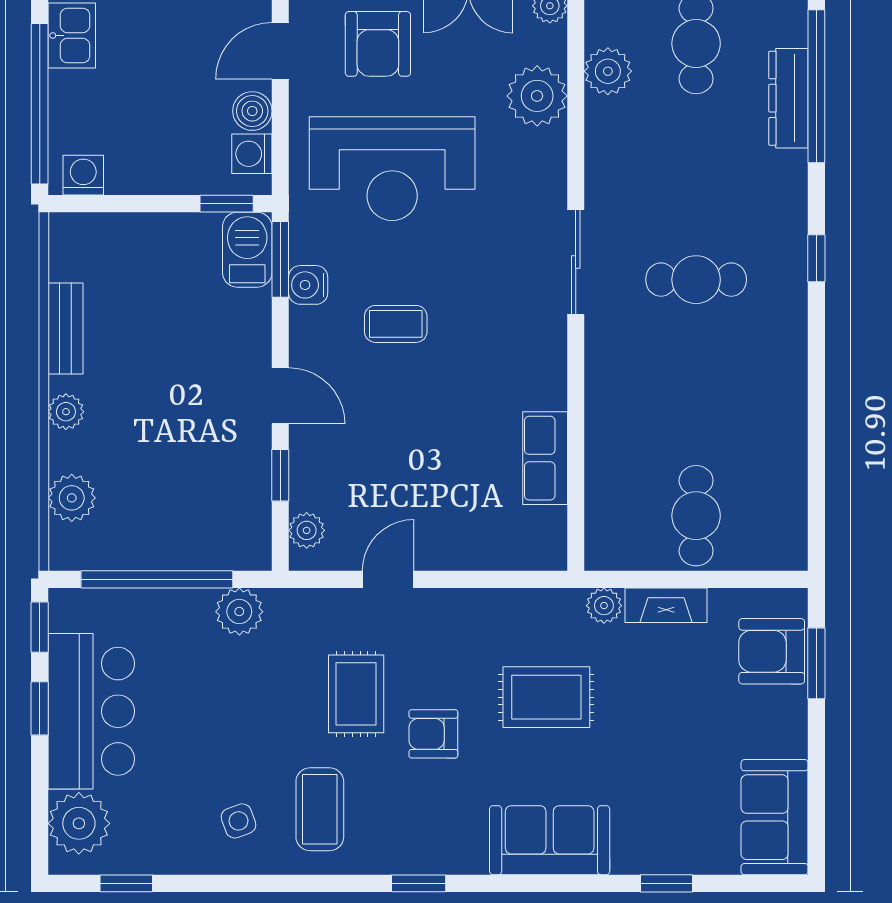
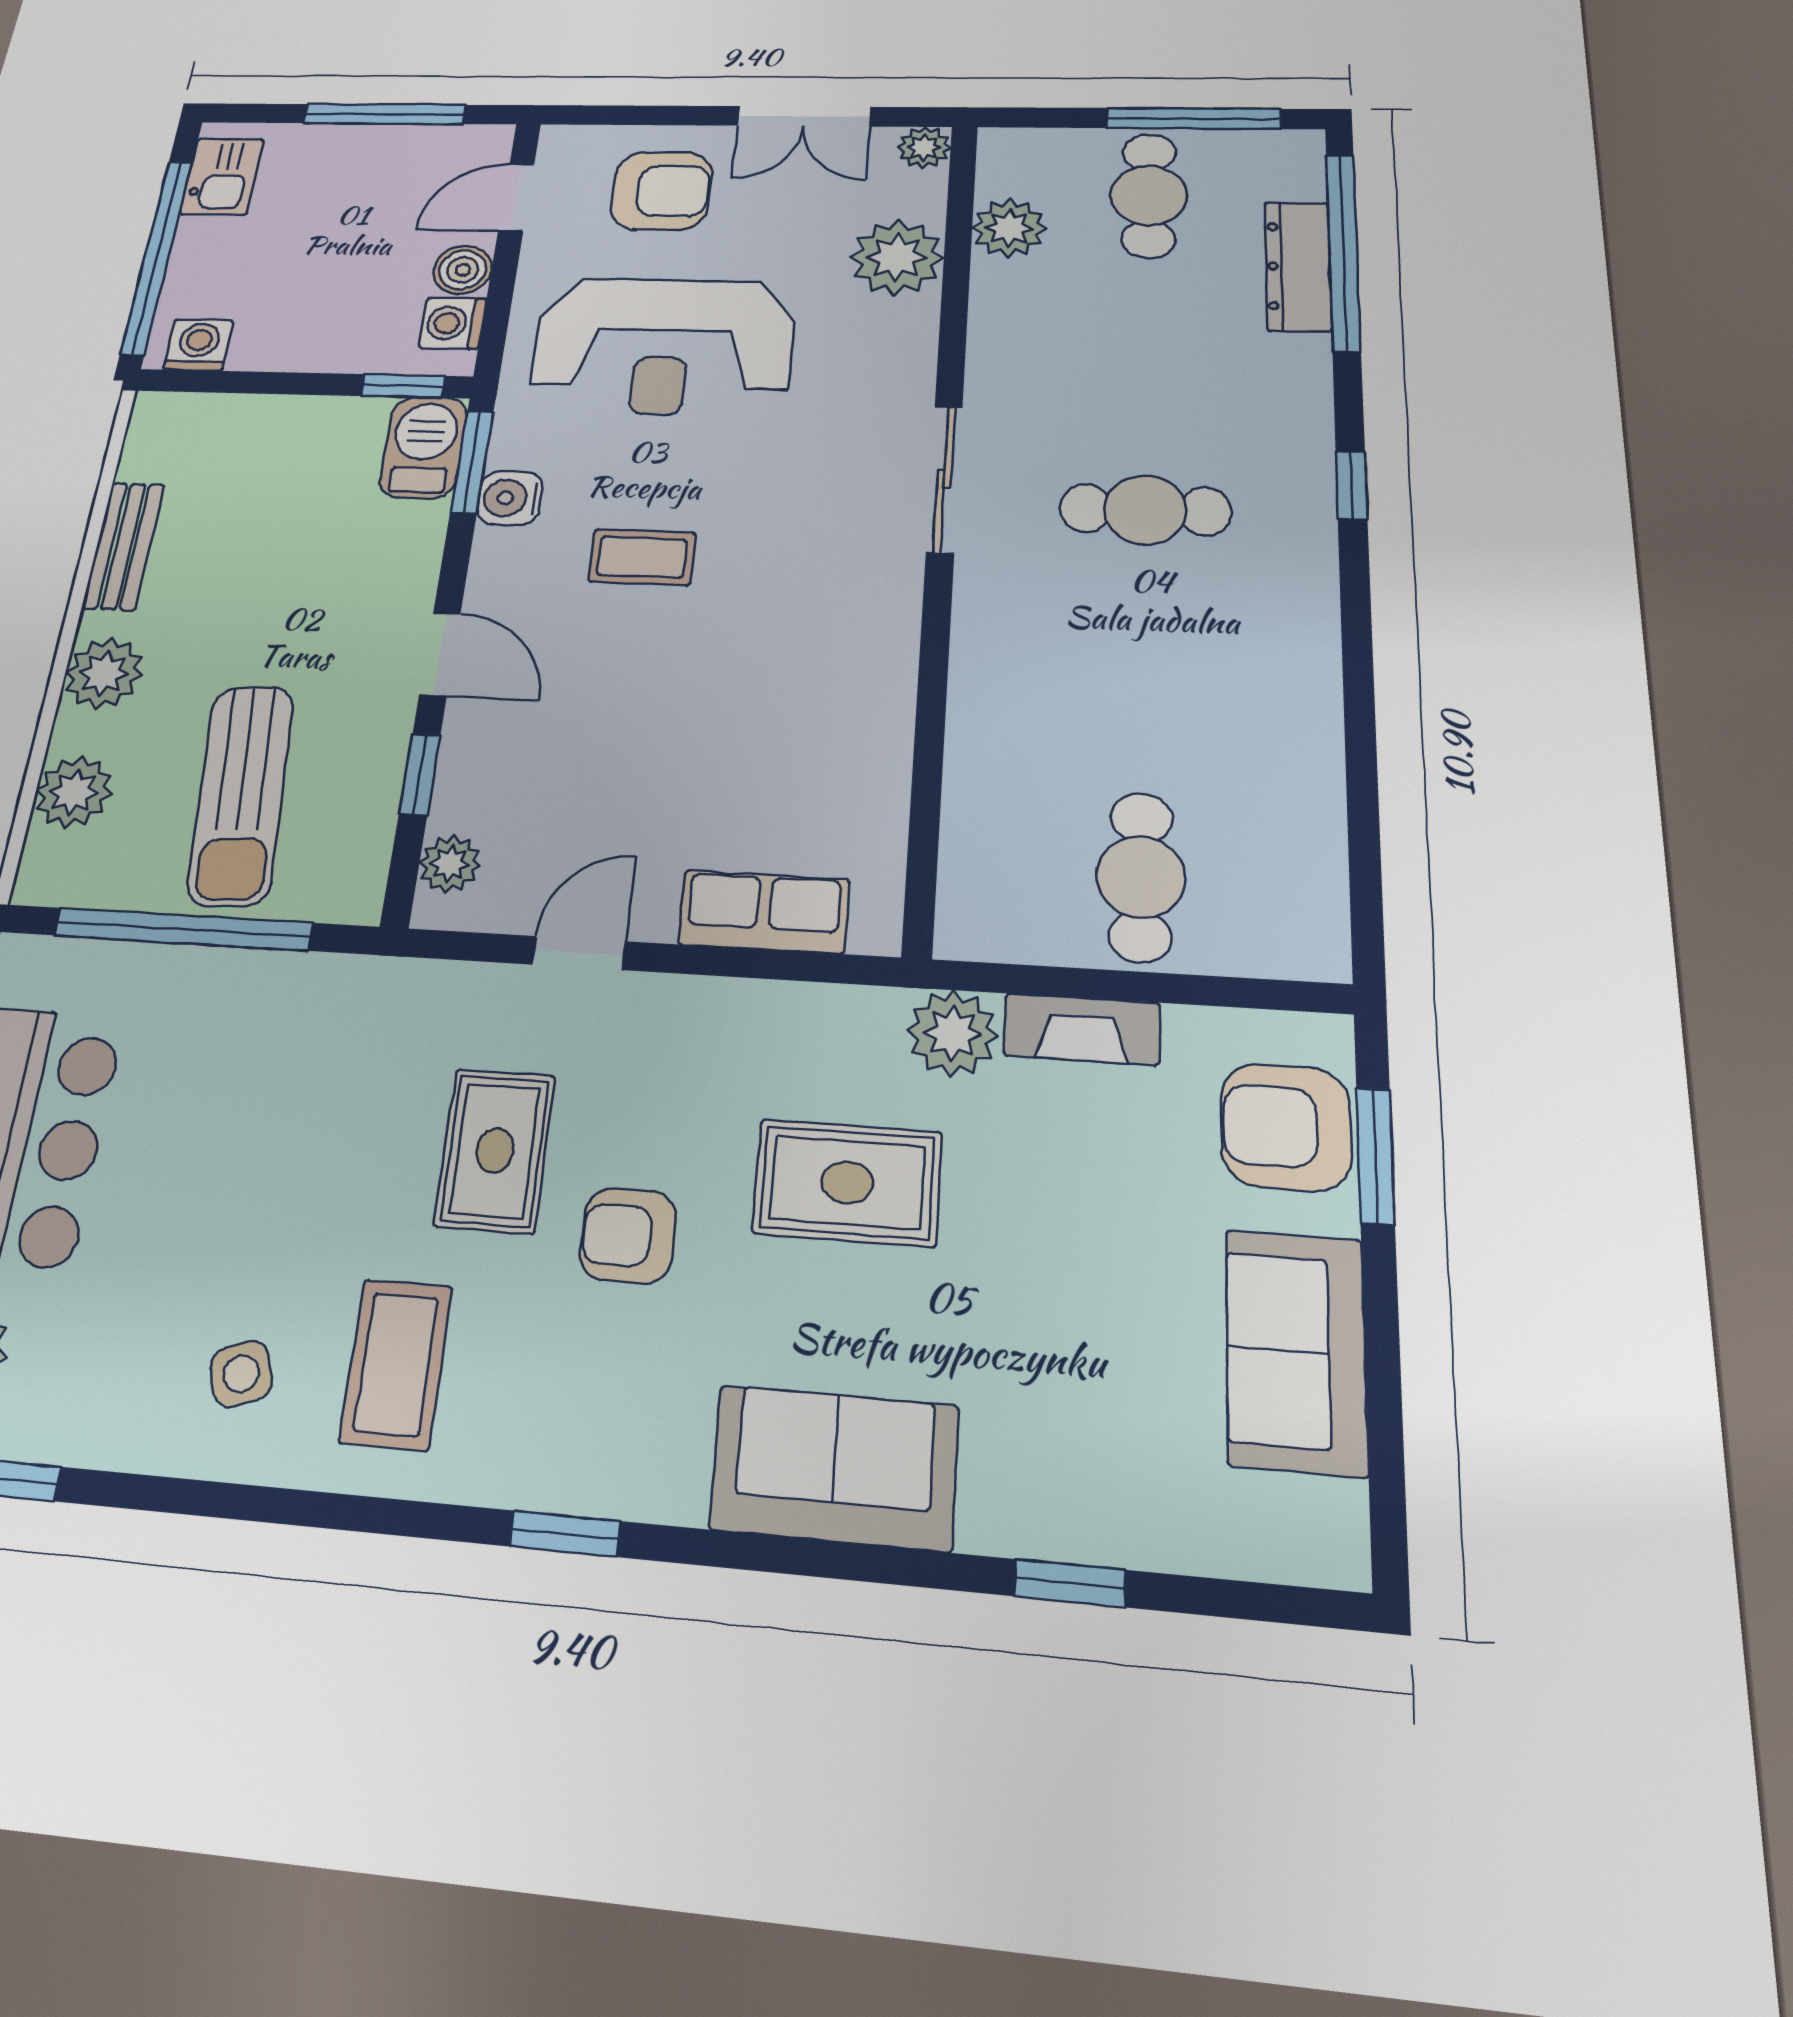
armchair: (378, 44) -> (661, 191), turned -90
plant: (66, 412) -> (104, 674), width x1.38, depth x1.38
row of seats: (545, 458) -> (764, 912), moved, turned 90
sun lounger: (175, 494) -> (241, 794), added
plant: (604, 606) -> (953, 1033), width x1.38, depth x1.38
plant: (239, 612) -> (312, 991), removed
sofa: (775, 817) -> (1296, 1351), moved

